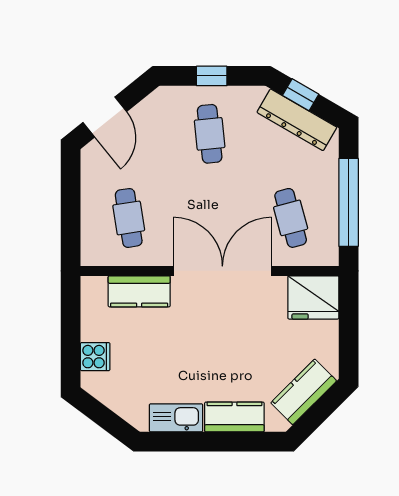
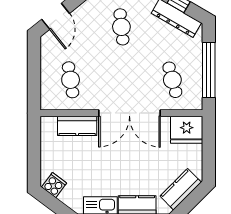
double door: (222, 271) -> (129, 113), swing flipped
cooker: (95, 357) -> (54, 185), moved, turned -53

